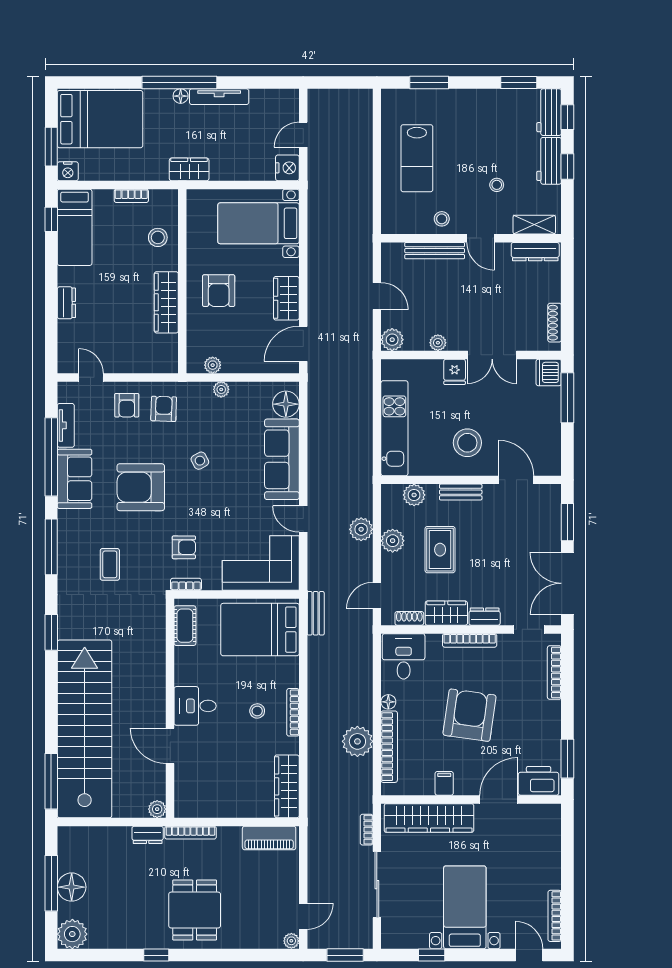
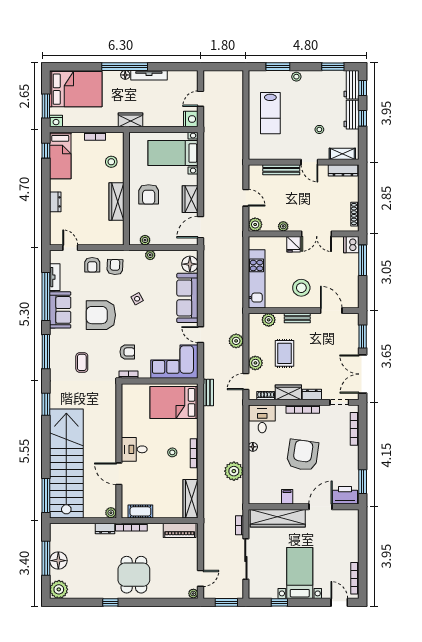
stool: (442, 219) -> (296, 77), moved
plant: (393, 541) -> (255, 363), moved
cot: (185, 626) -> (140, 511), moved, turned 90
bookcase: (389, 747) -> (253, 474), removed

